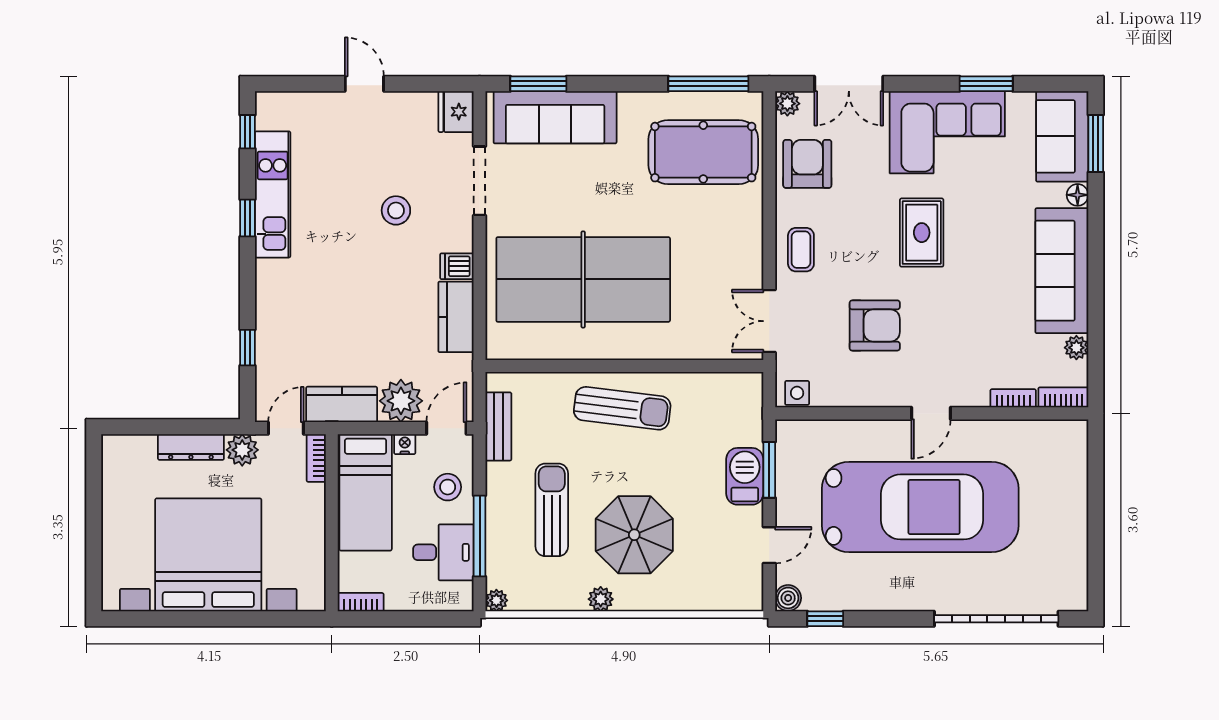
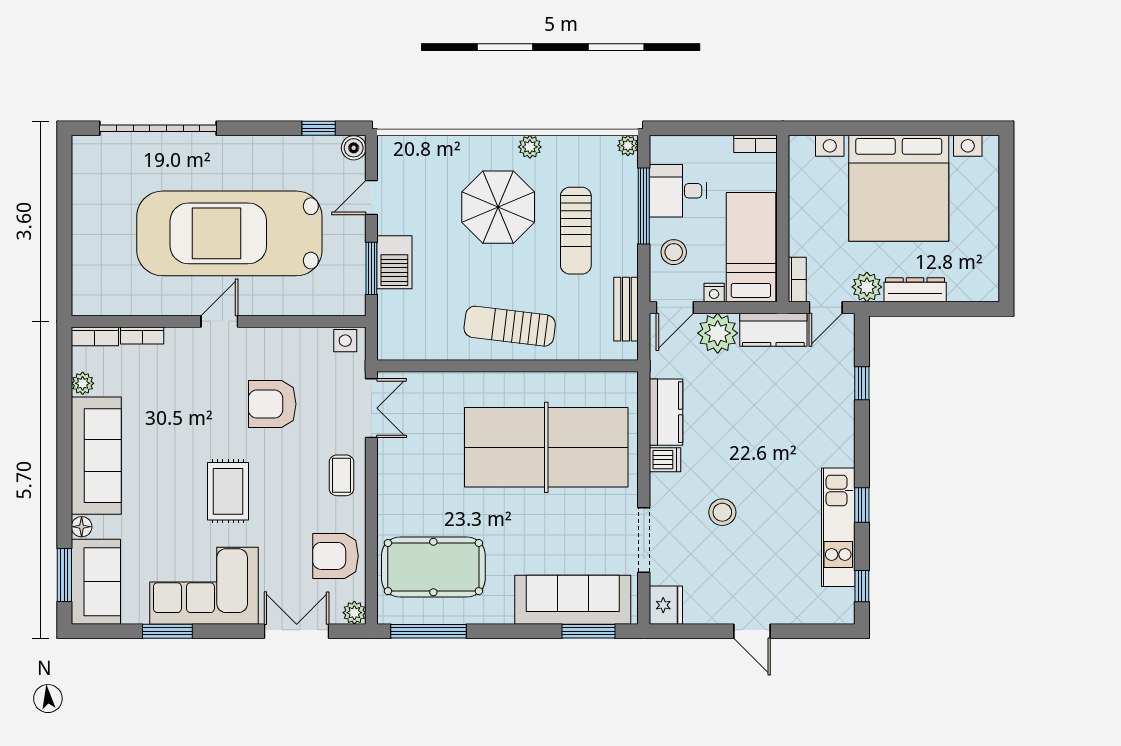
armchair: (807, 164) -> (336, 556), turned 90

